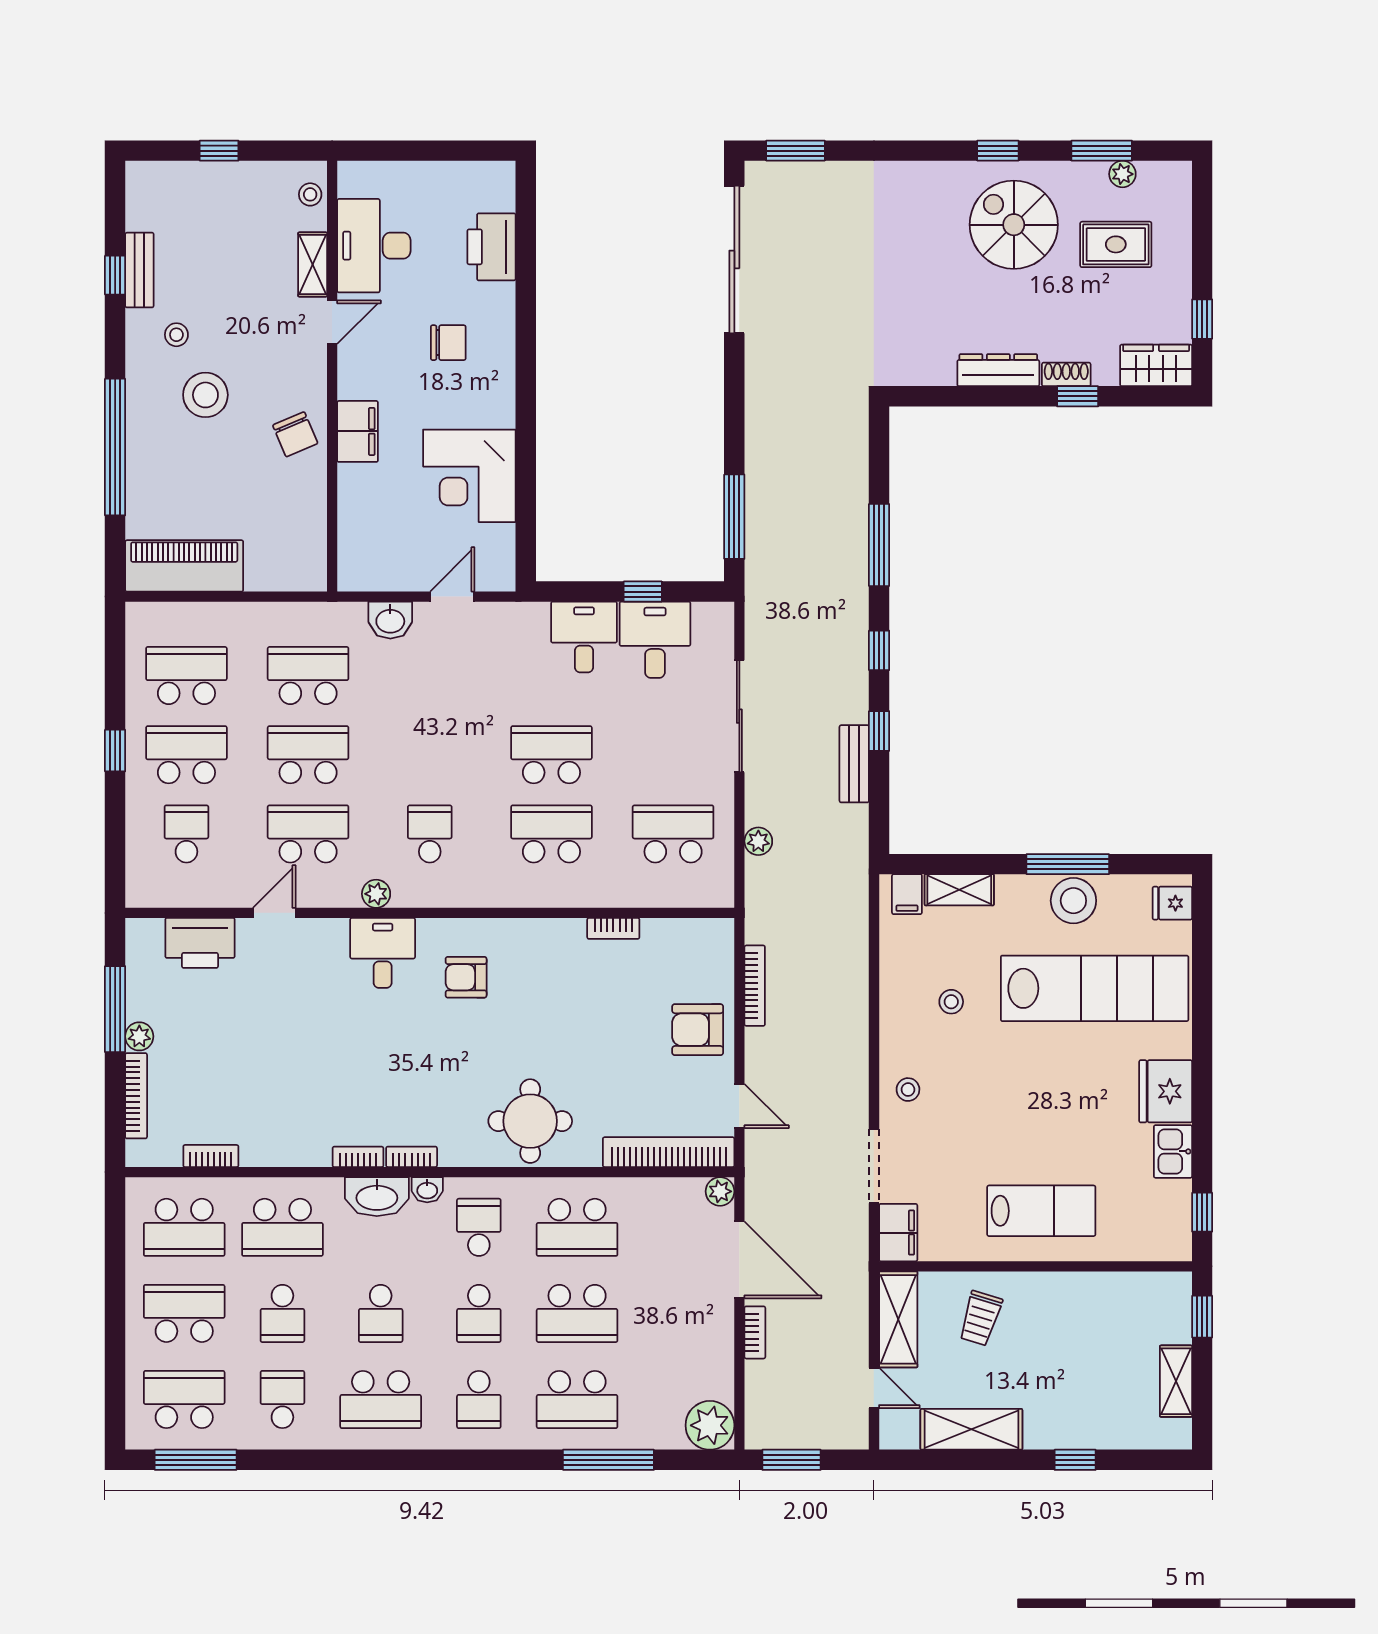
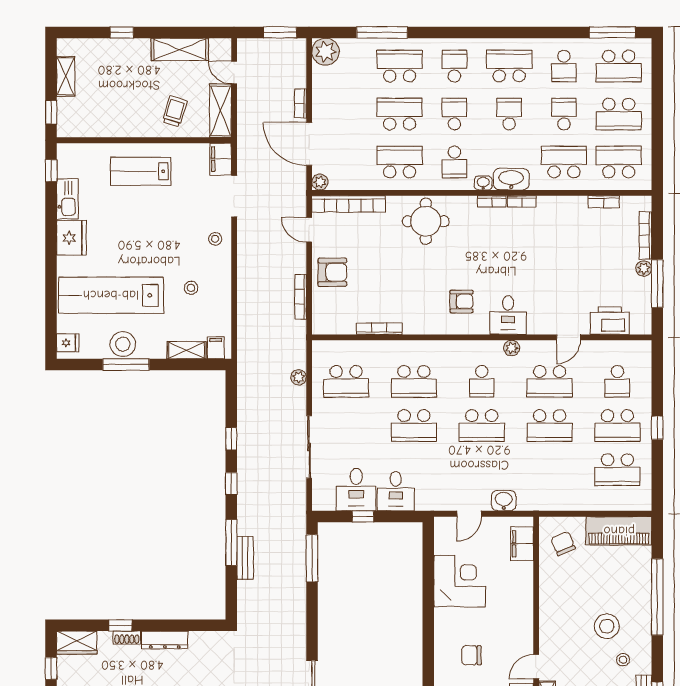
filing cabinet: (358, 431) -> (522, 544), moved
chair: (295, 434) -> (563, 543), moved
school desk: (308, 676) -> (482, 426), moved
bench: (854, 764) -> (245, 558), moved
bookcase: (613, 928) -> (379, 329), width x1.56
kitchen sink: (1173, 1151) -> (67, 199), width x1.38

